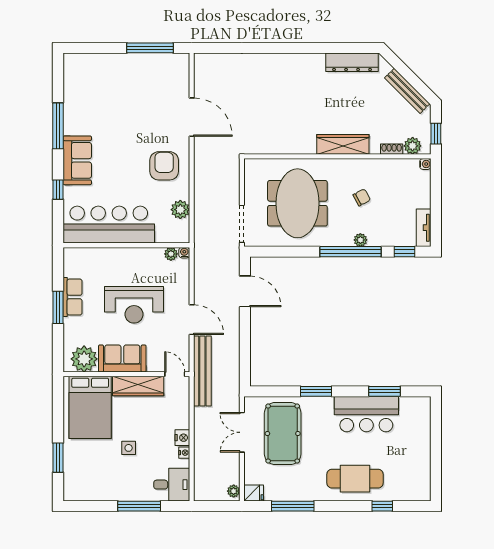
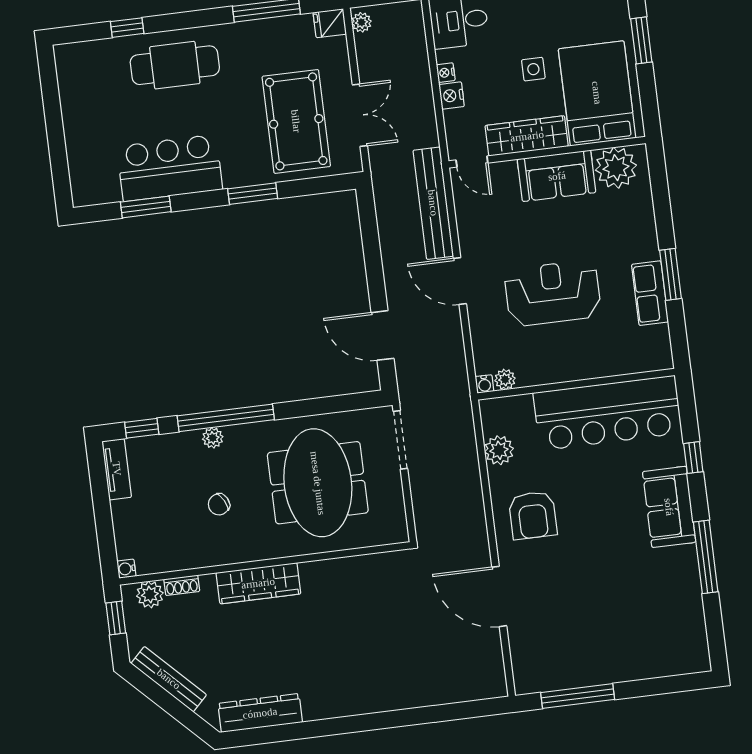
plant: (84, 359) -> (616, 168), moved
sofa: (122, 359) -> (557, 176), moved
wall: (126, 374) -> (547, 152), moved
door: (175, 374) -> (472, 162), moved
wardrobe: (138, 386) -> (527, 136), moved
bed: (90, 407) -> (597, 93), moved

